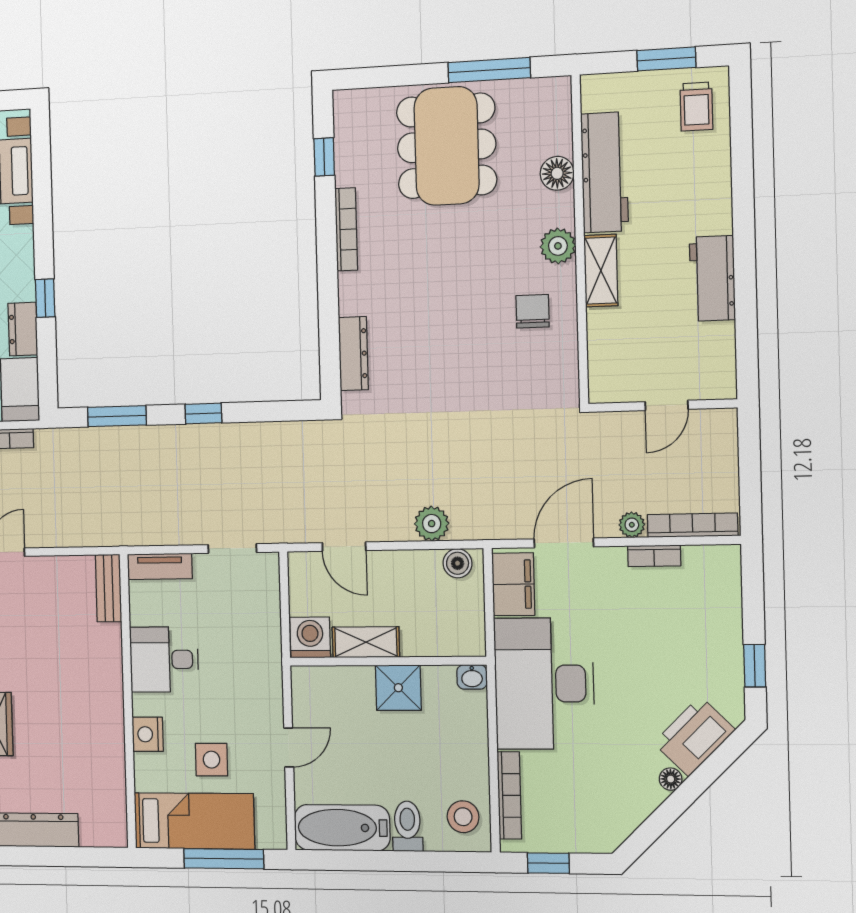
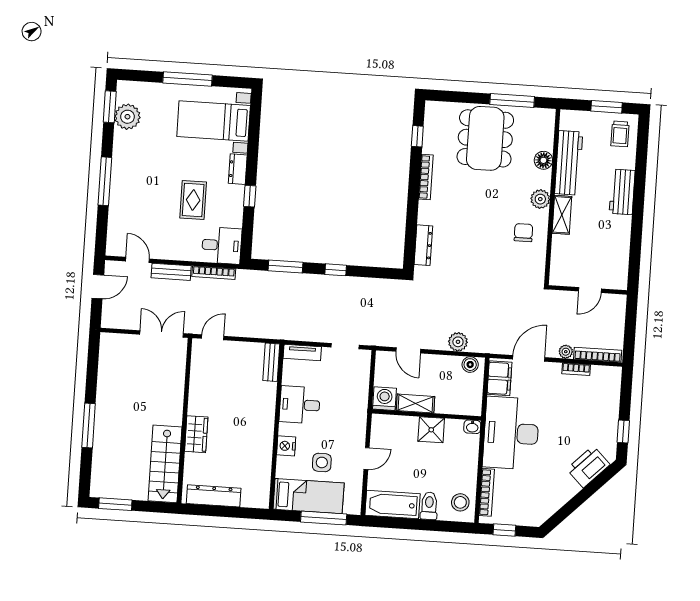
workbench: (712, 278) -> (622, 192), moved
dresser: (23, 329) -> (238, 169), moved
floor lamp: (671, 779) -> (574, 489), removed

